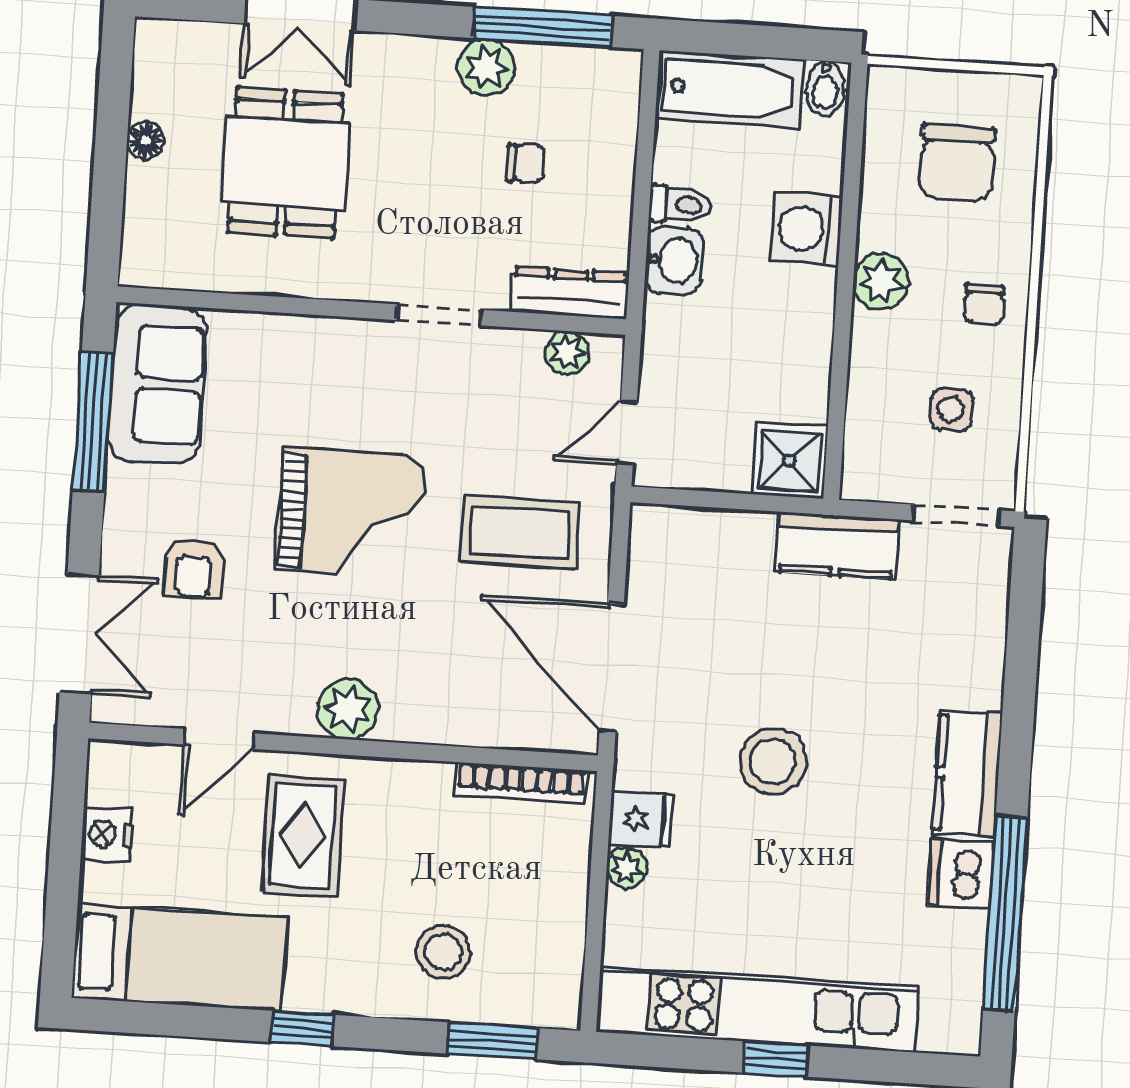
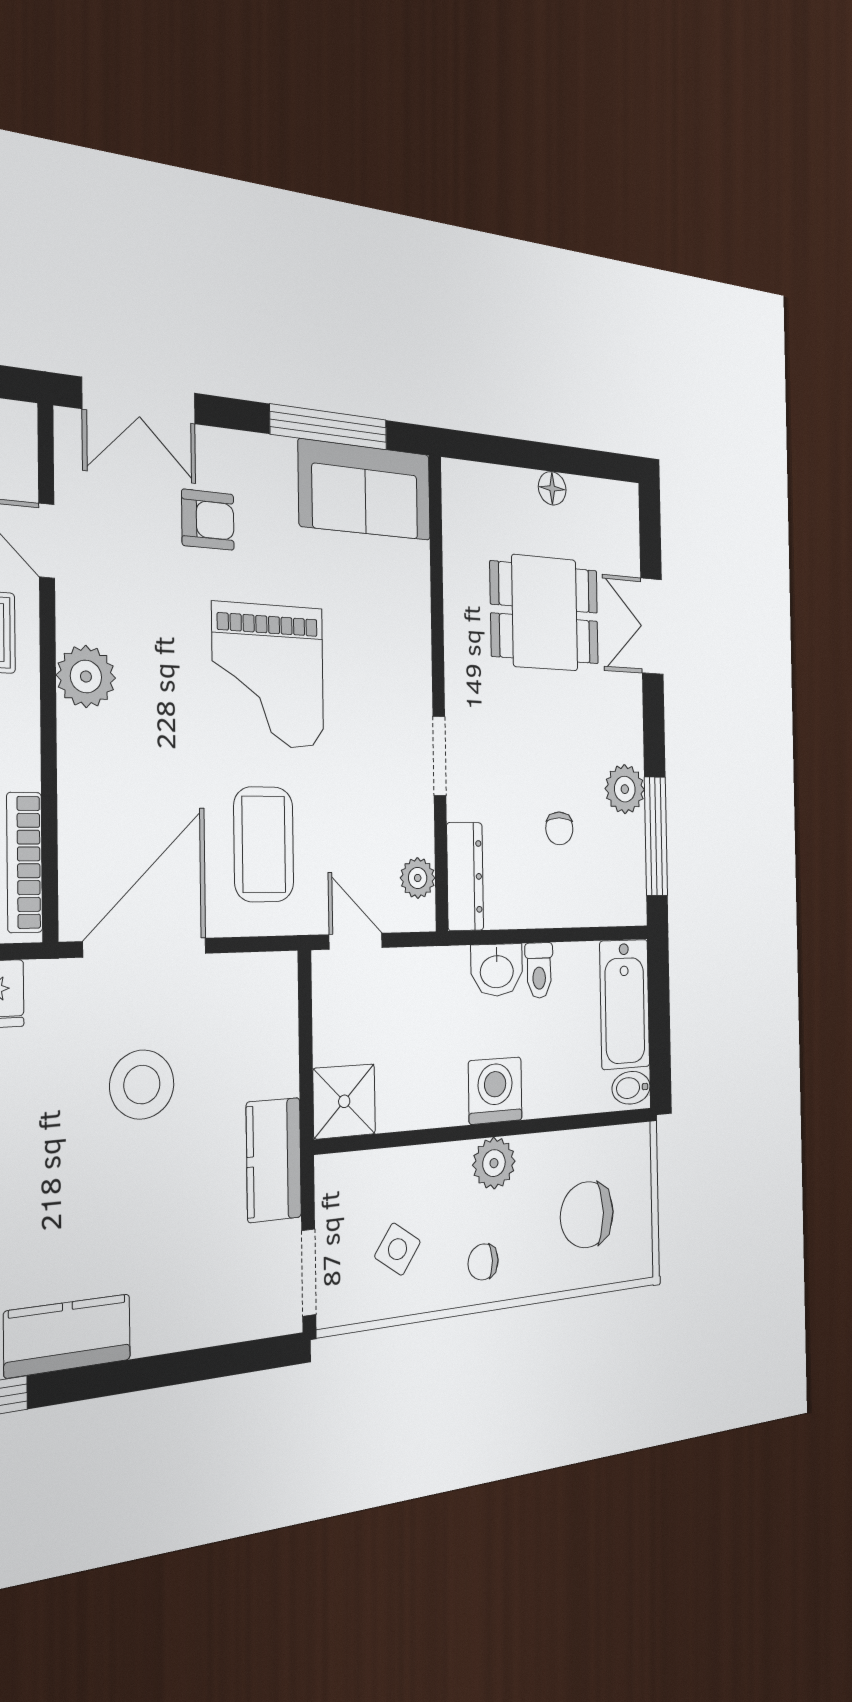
washing machine: (806, 229) -> (495, 1091), moved
side table: (951, 409) -> (398, 1249), turned 35
armchair: (194, 569) -> (208, 520), turned 180
stool: (773, 762) -> (142, 1085), moved

